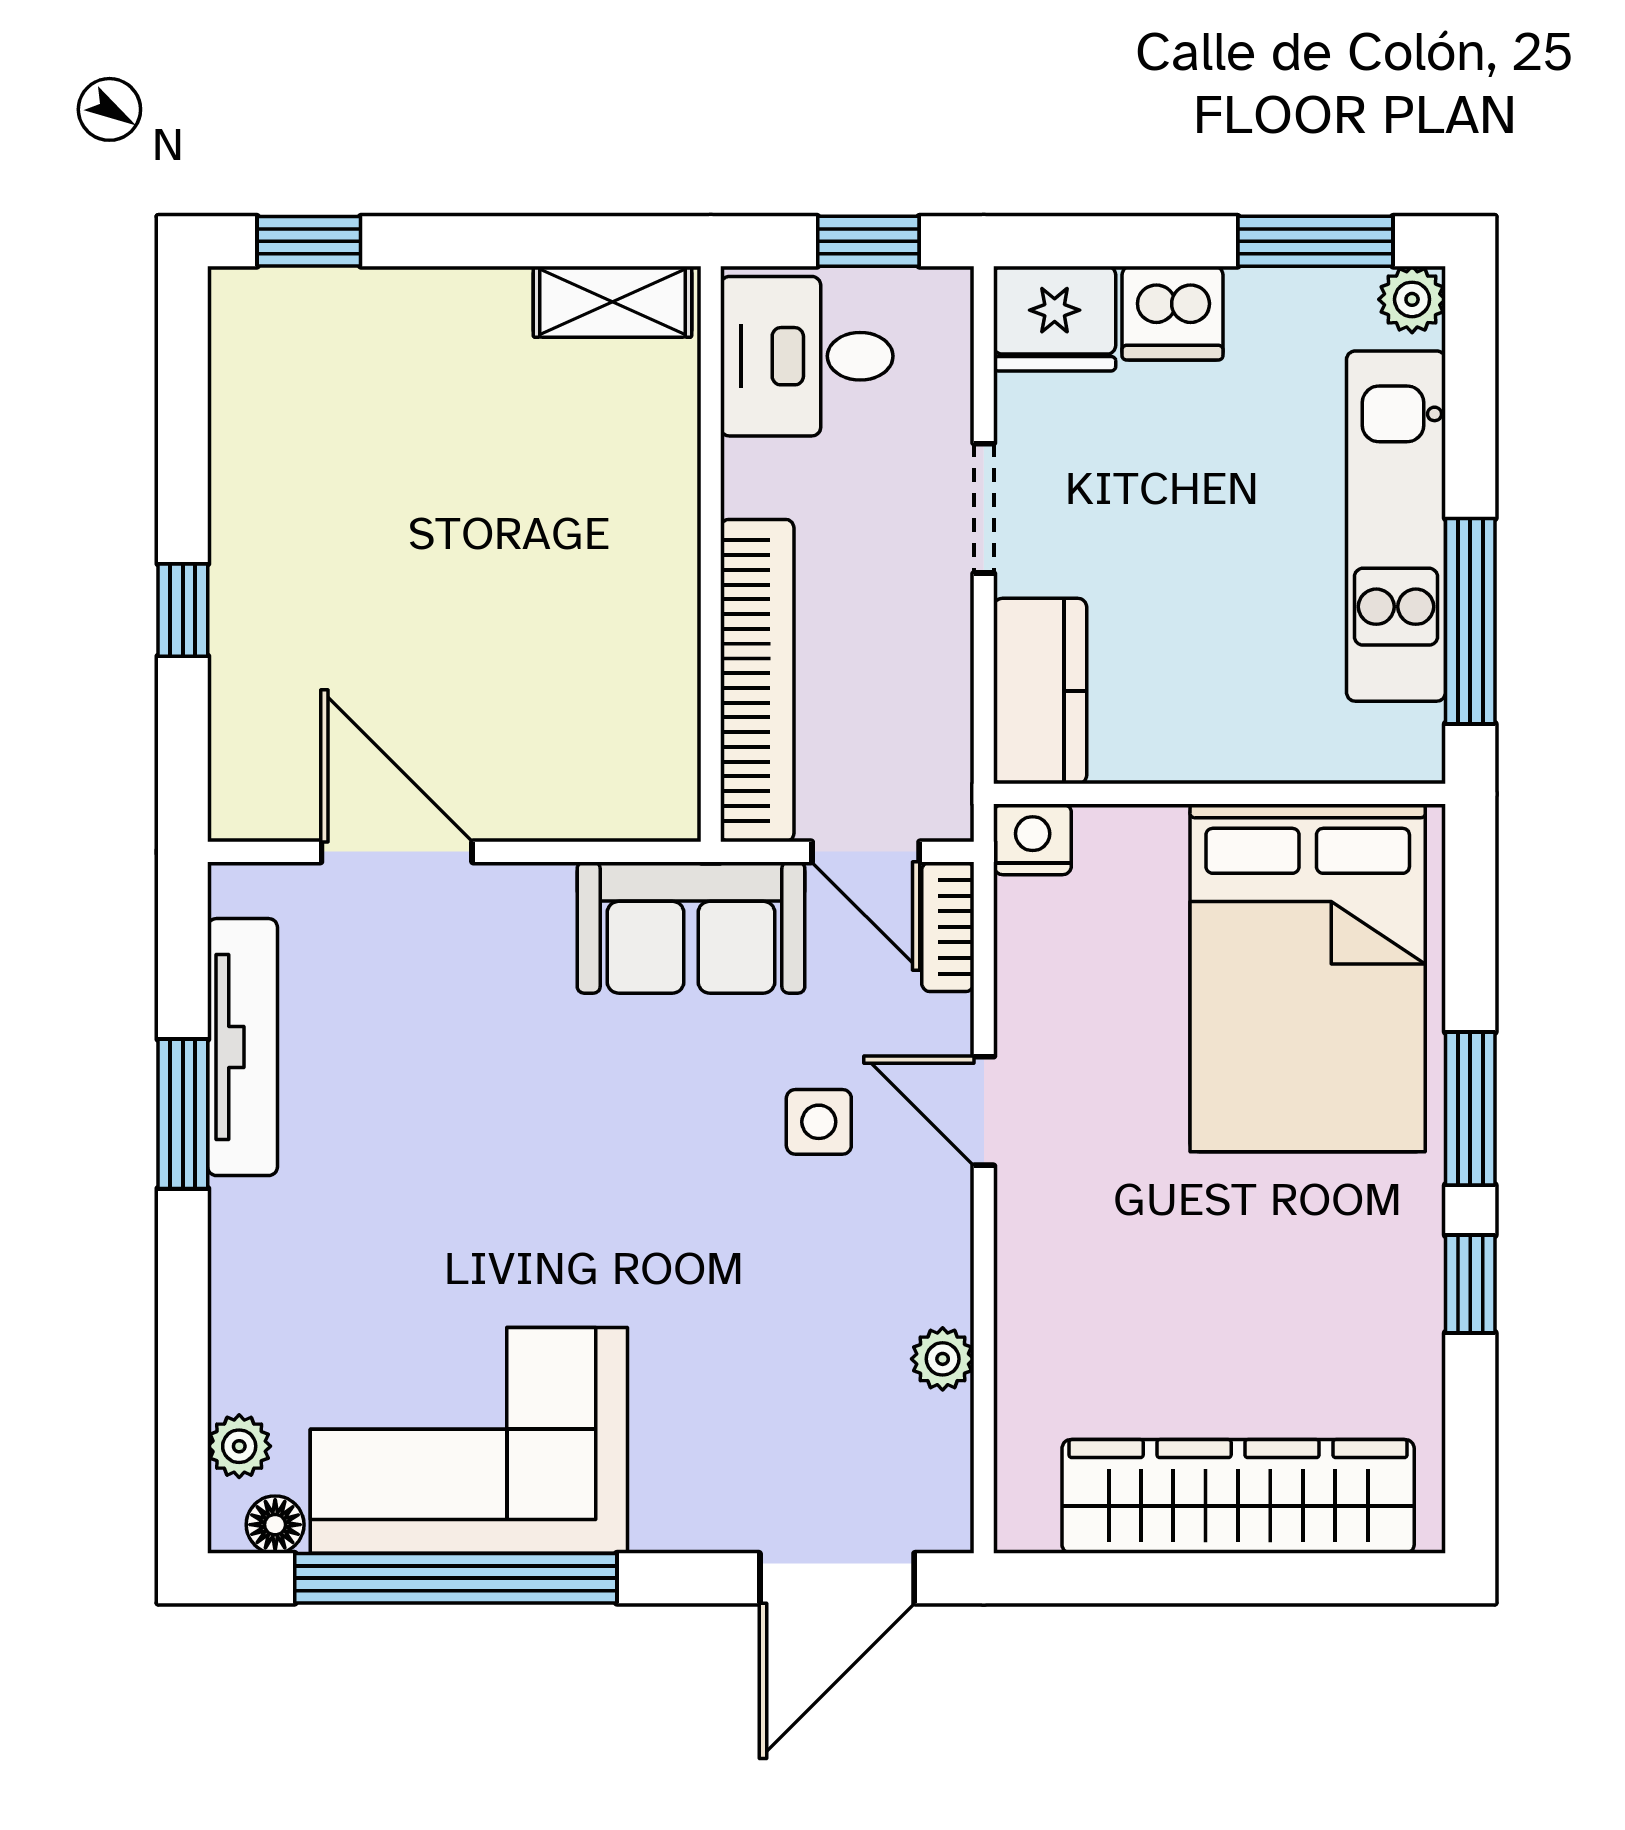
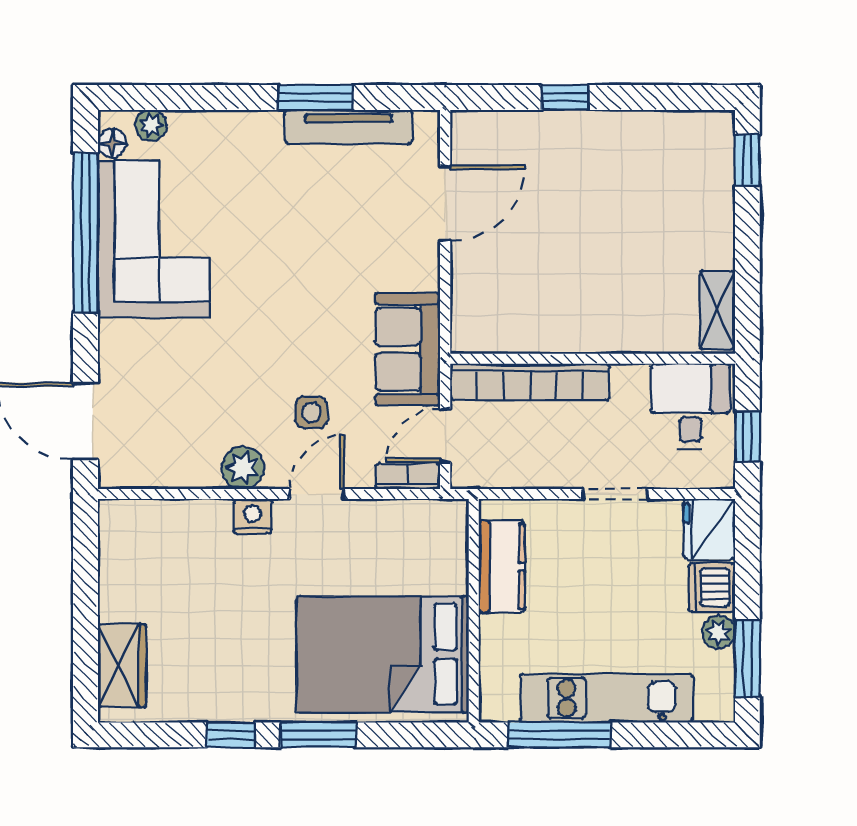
plant: (1412, 299) -> (719, 632), moved
kitchen counter: (1040, 691) -> (502, 567), moved, turned -90
nightstand: (1033, 839) -> (253, 516), moved, turned -90
plant: (943, 1359) -> (243, 468), moved, width x1.38, depth x1.38
wardrobe: (1238, 1496) -> (122, 666), width x0.48, depth x0.85

